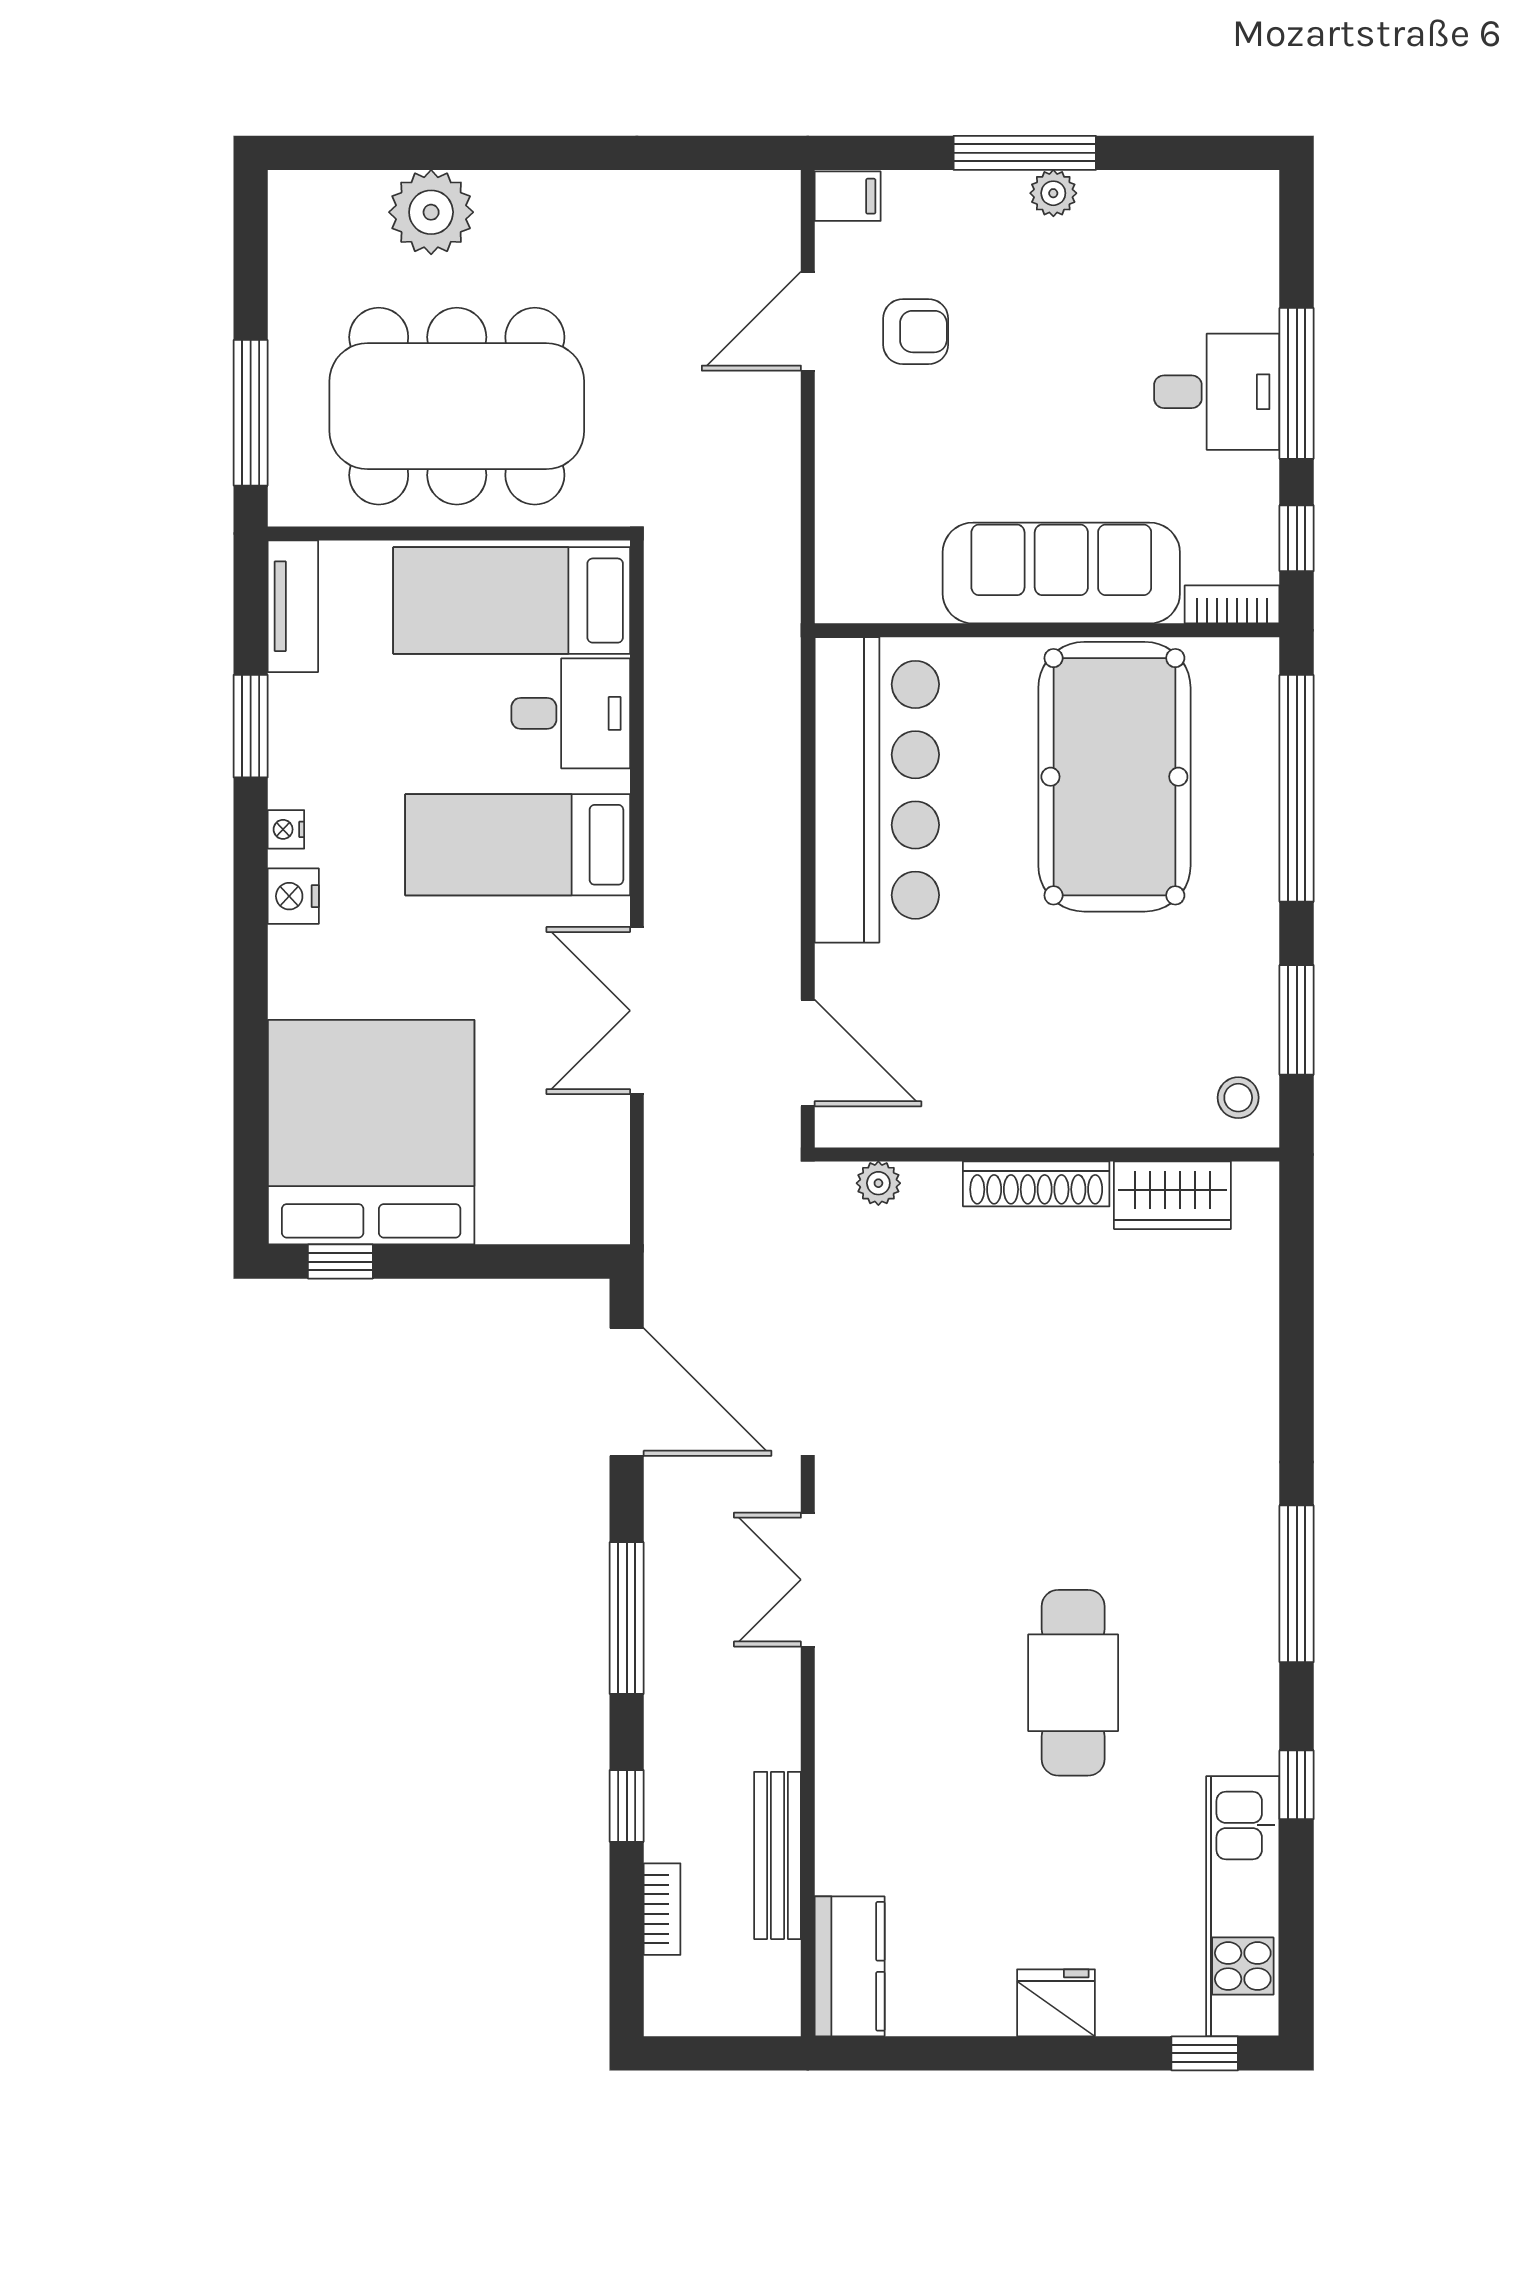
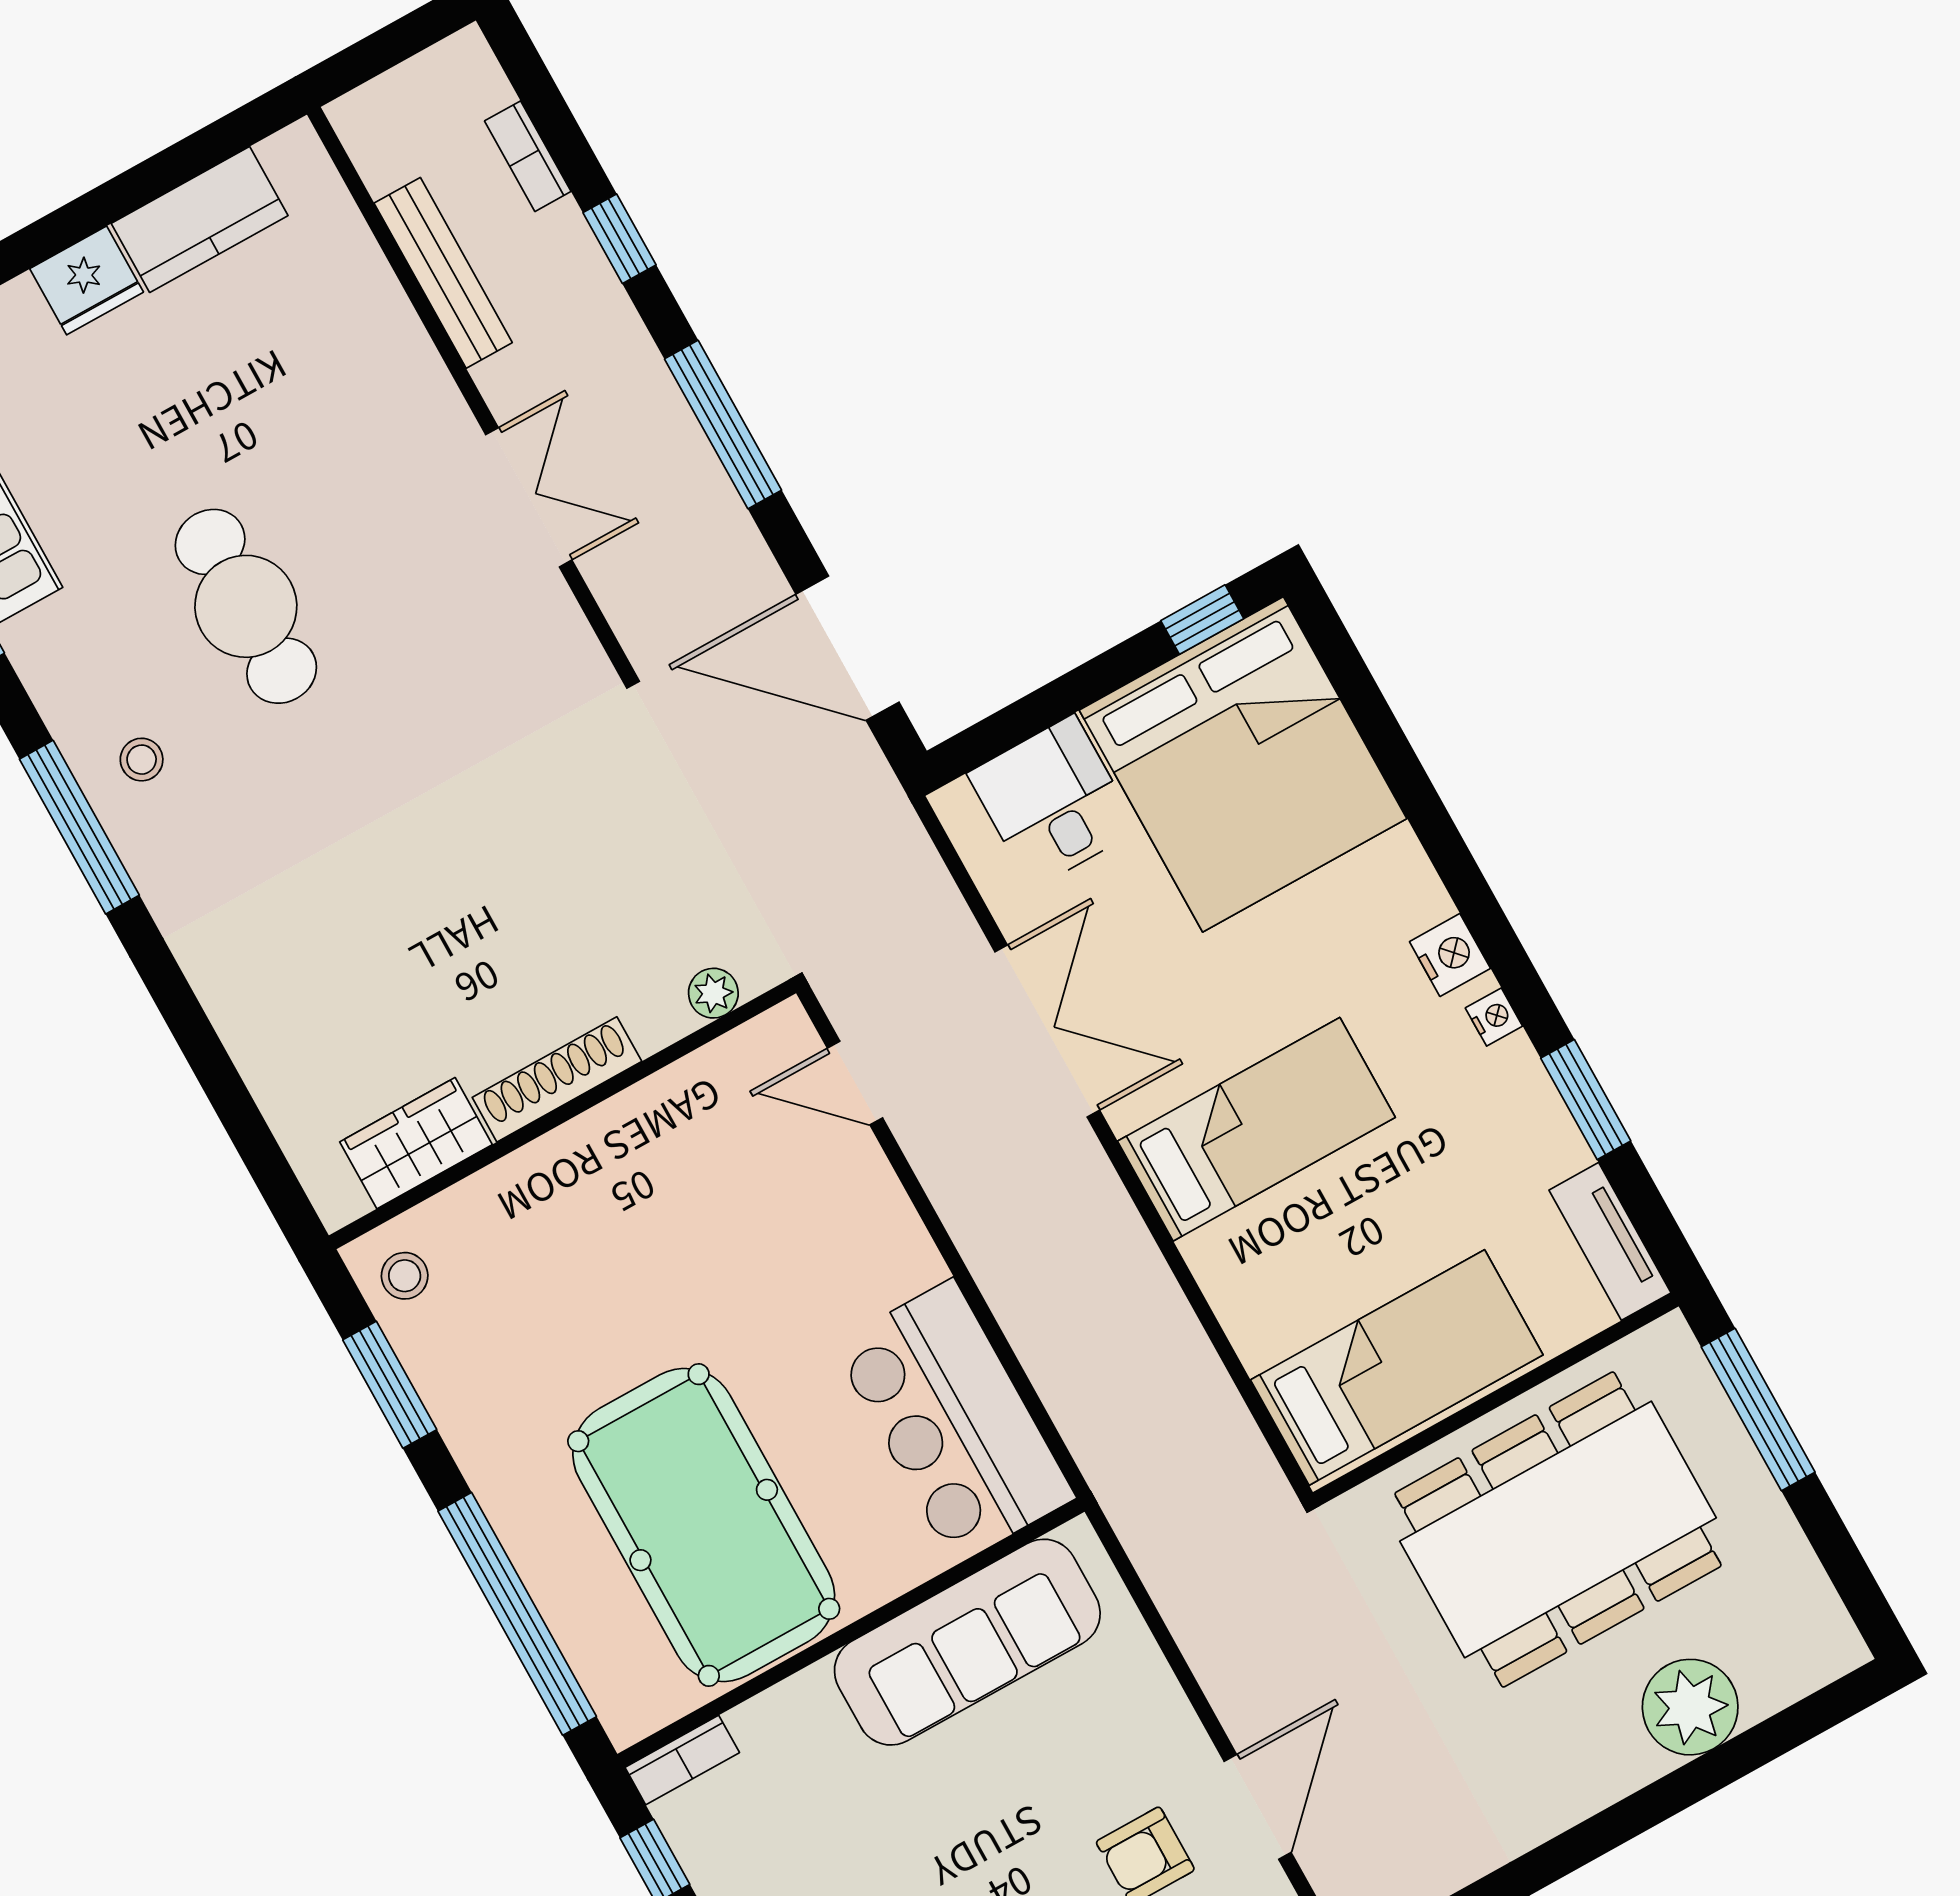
sofa: (1061, 573) -> (967, 1642), moved
desk: (571, 713) -> (1053, 802), moved, turned 90
bar counter: (877, 790) -> (954, 1422), width x0.73
door: (808, 1053) -> (855, 1083), width x0.73
double door: (808, 1580) -> (529, 497), moved
stool: (1220, 1609) -> (142, 760), added
kitchen counter: (850, 1966) -> (200, 219), moved, turned -90

